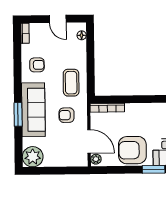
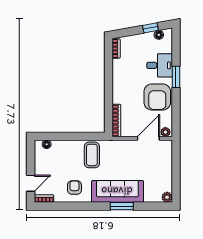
door: (58, 19) -> (31, 183), moved
coffee table: (71, 83) -> (92, 155), turned 90
armchair: (67, 115) -> (123, 160), removed
plant: (33, 157) -> (167, 197), width x0.53, depth x0.53

